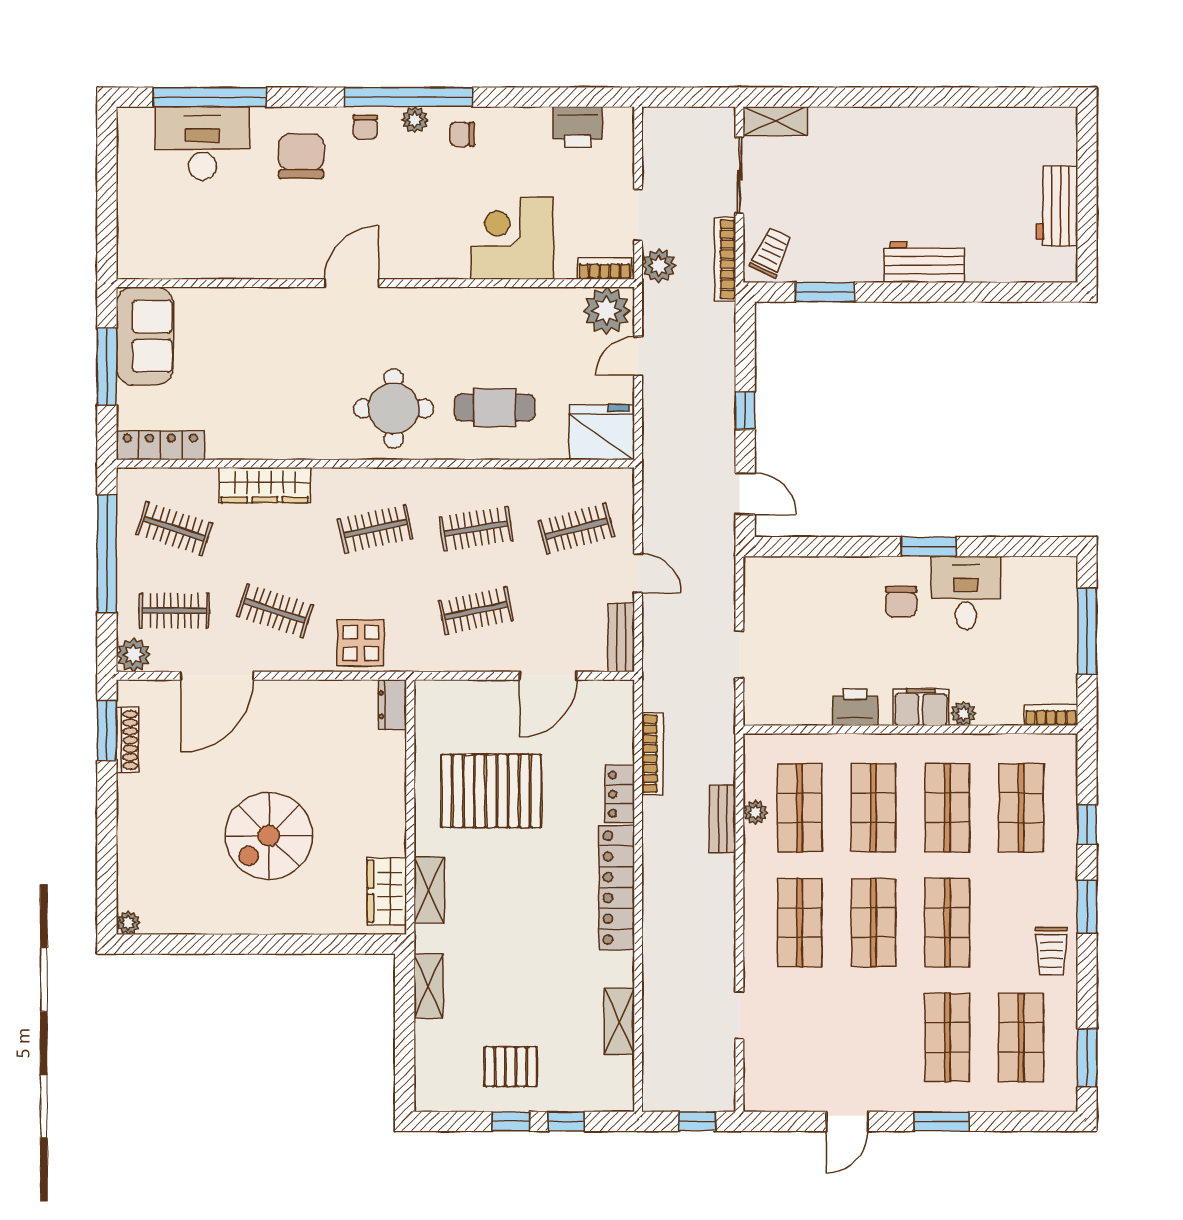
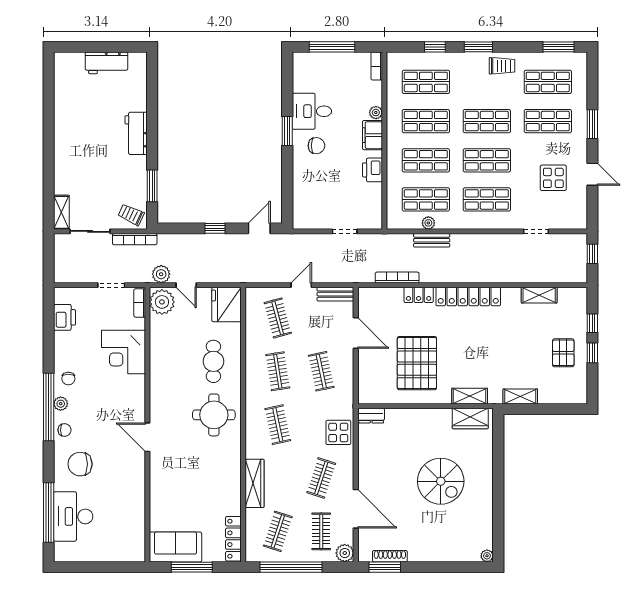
plant: (659, 266) -> (161, 274), moved
display table: (840, 1048) -> (553, 178), added

